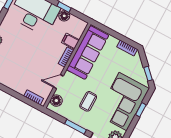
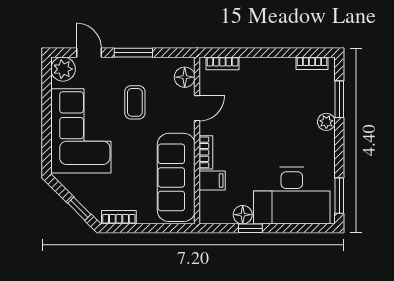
window: (148, 74) -> (79, 209), moved
window: (141, 110) -> (47, 133), removed

